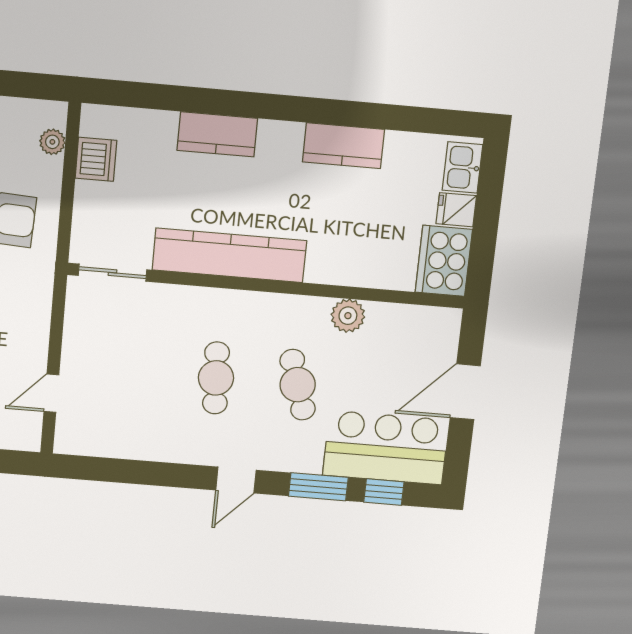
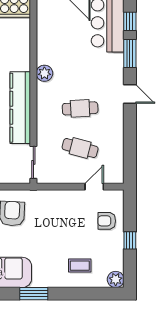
plant: (348, 316) -> (44, 73), moved
cafe table: (298, 385) -> (80, 148), moved, turned 33
door: (51, 393) -> (94, 187), swing flipped

